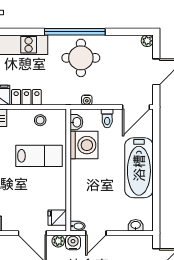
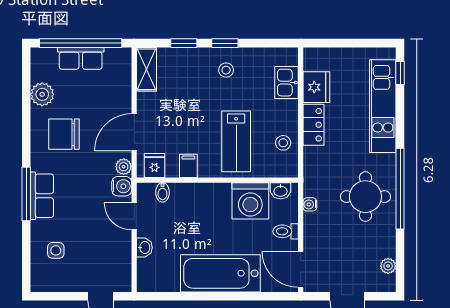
plant: (147, 41) -> (388, 266), moved
filing cabinet: (58, 192) -> (188, 166), added
washbasin: (136, 225) -> (144, 247), moved
bidet: (78, 226) -> (162, 192), moved

